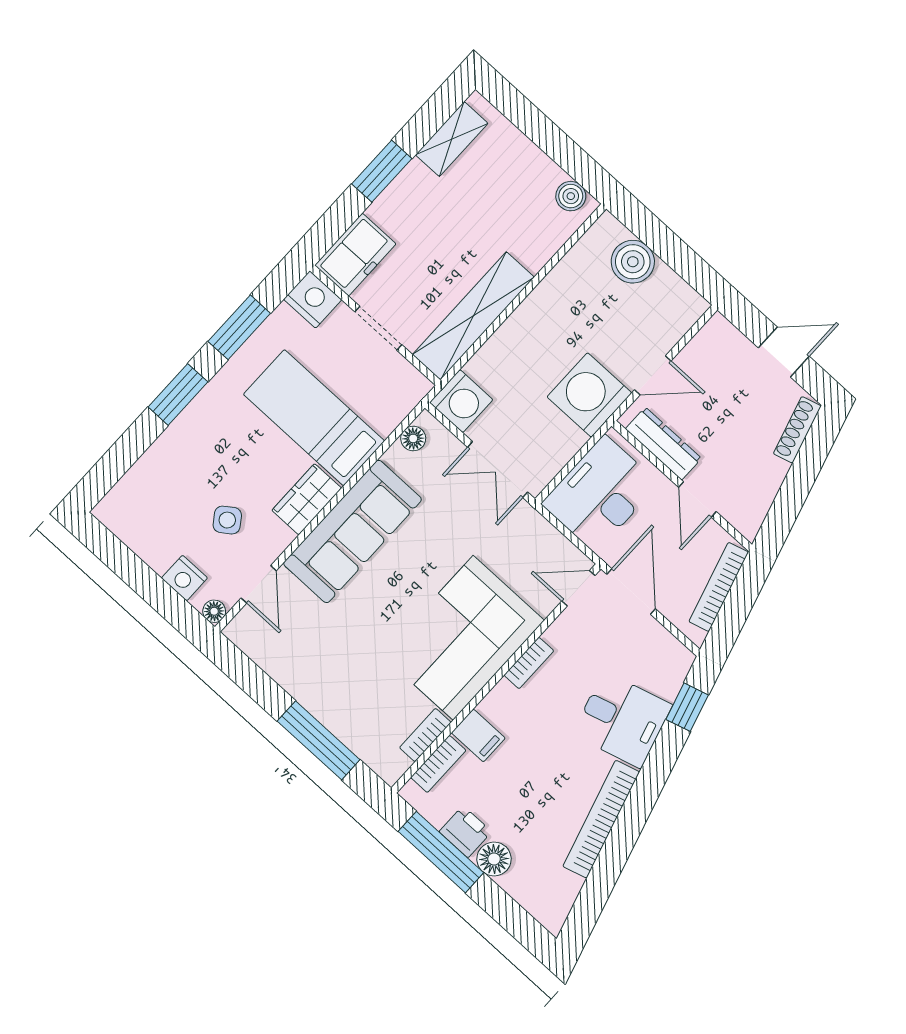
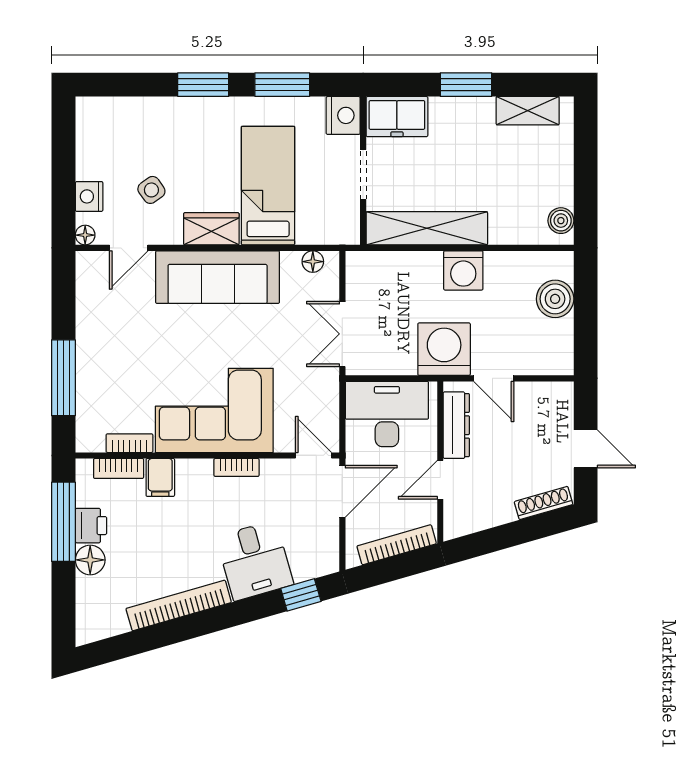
washing machine: (461, 401) -> (463, 270), moved

